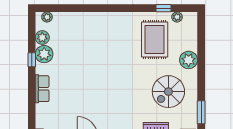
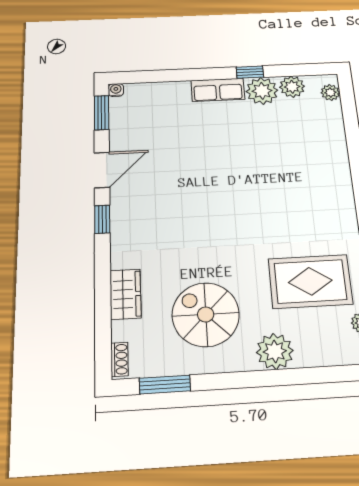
row of seats: (42, 89) -> (218, 90), moved

